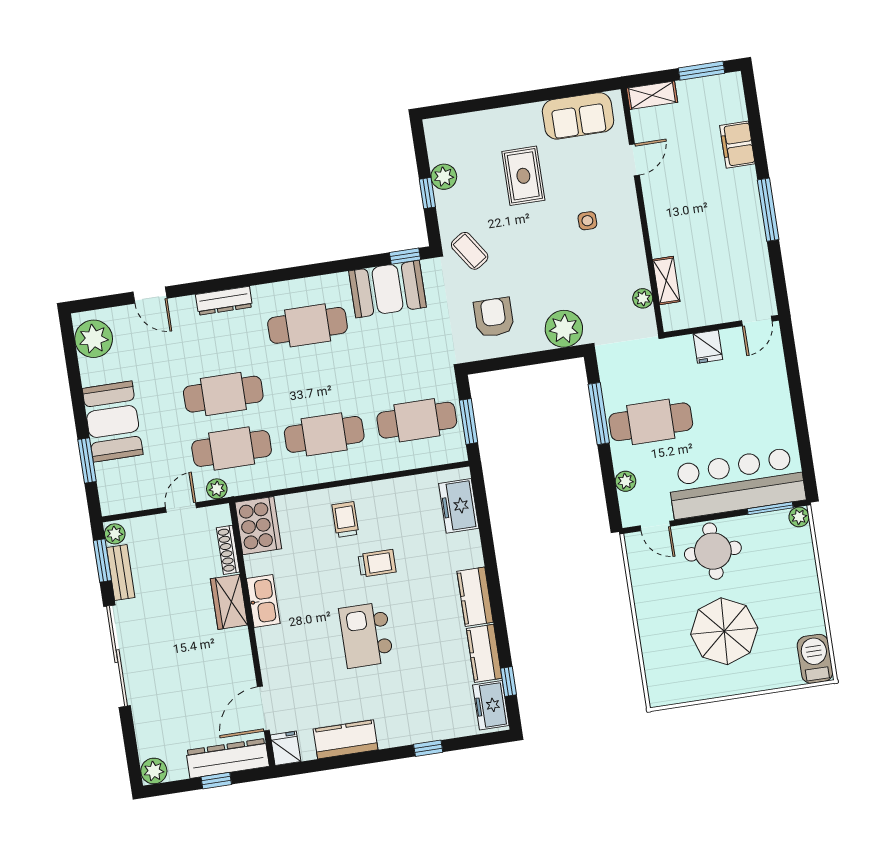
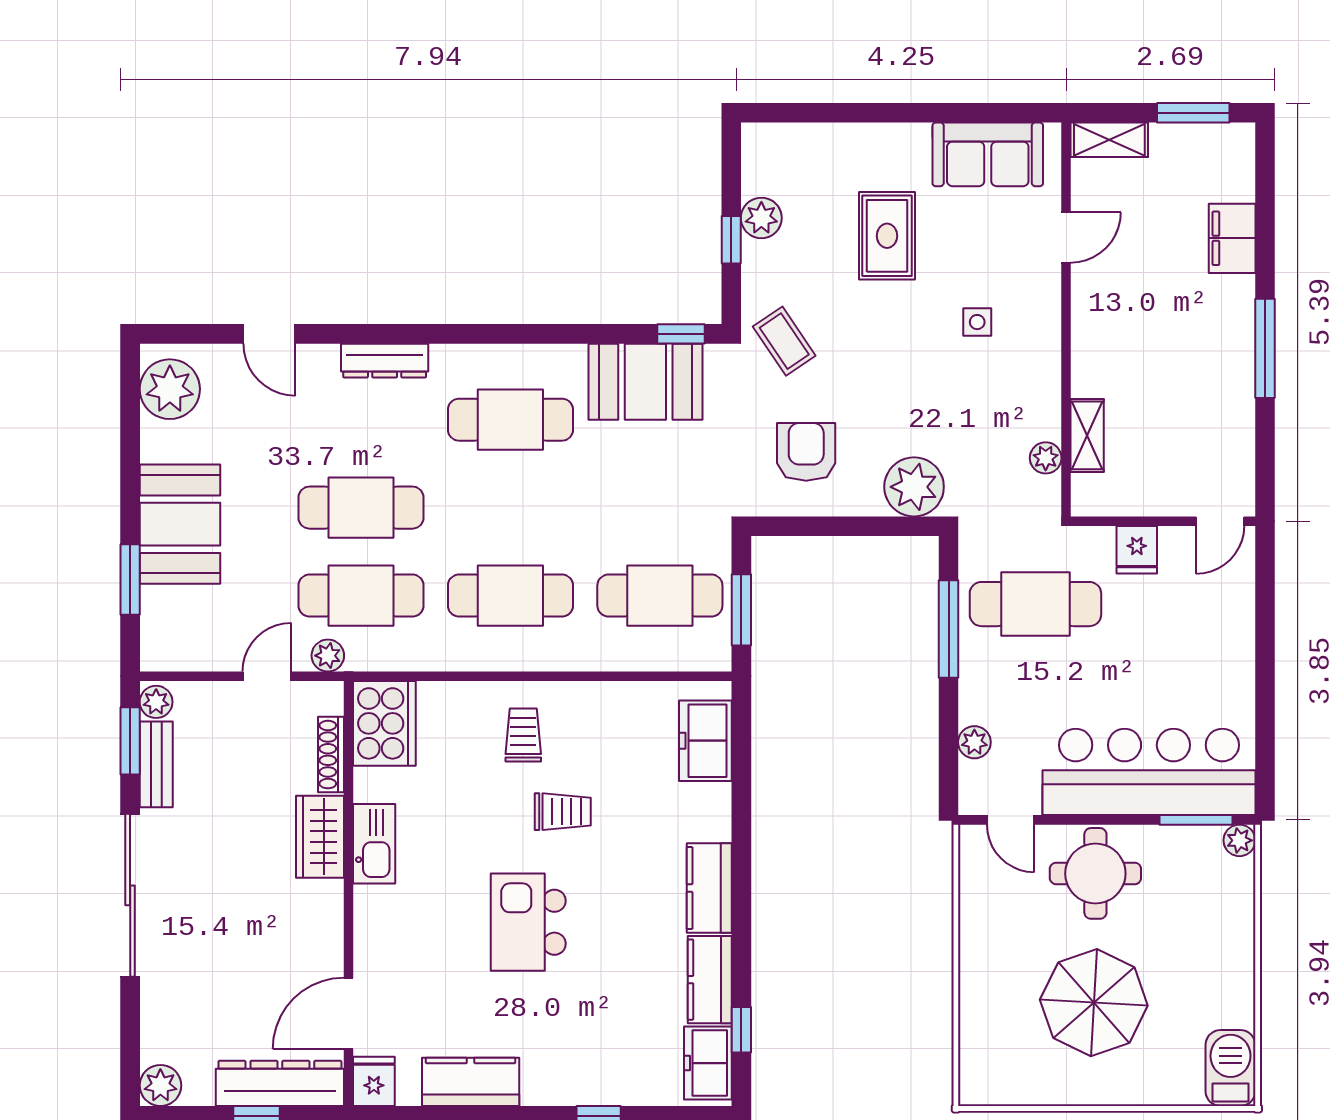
cafe table: (651, 422) -> (1035, 604), moved

